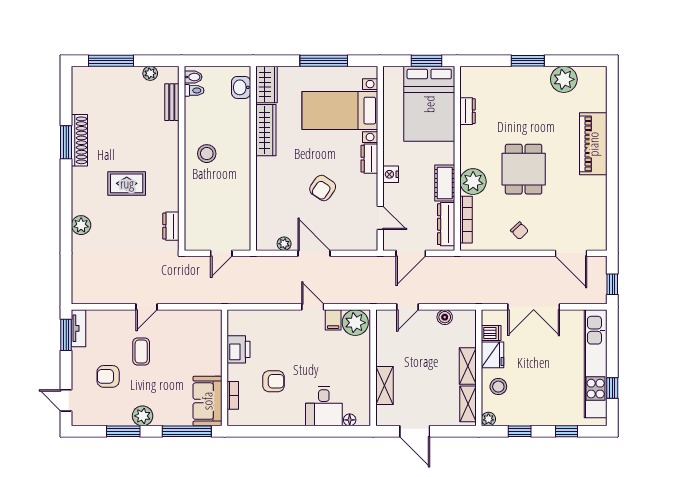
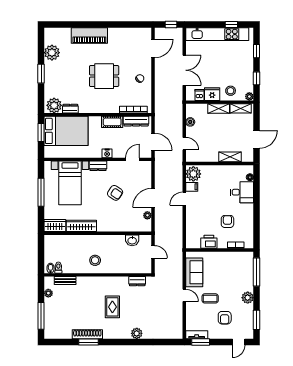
washbasin: (241, 87) -> (132, 240), moved
plant: (473, 182) -> (54, 105), moved
sofa: (207, 401) -> (194, 272), moved, turned -90
window: (123, 431) -> (257, 320), moved

